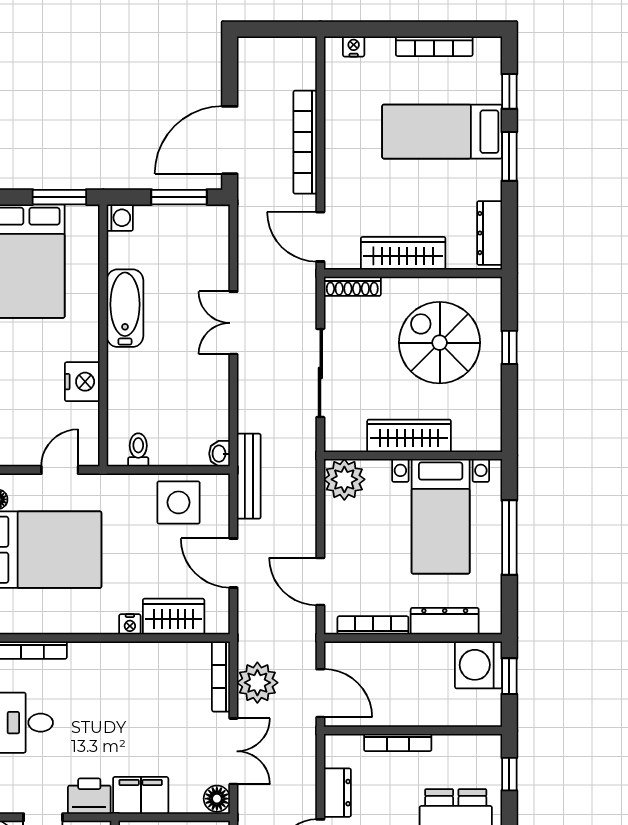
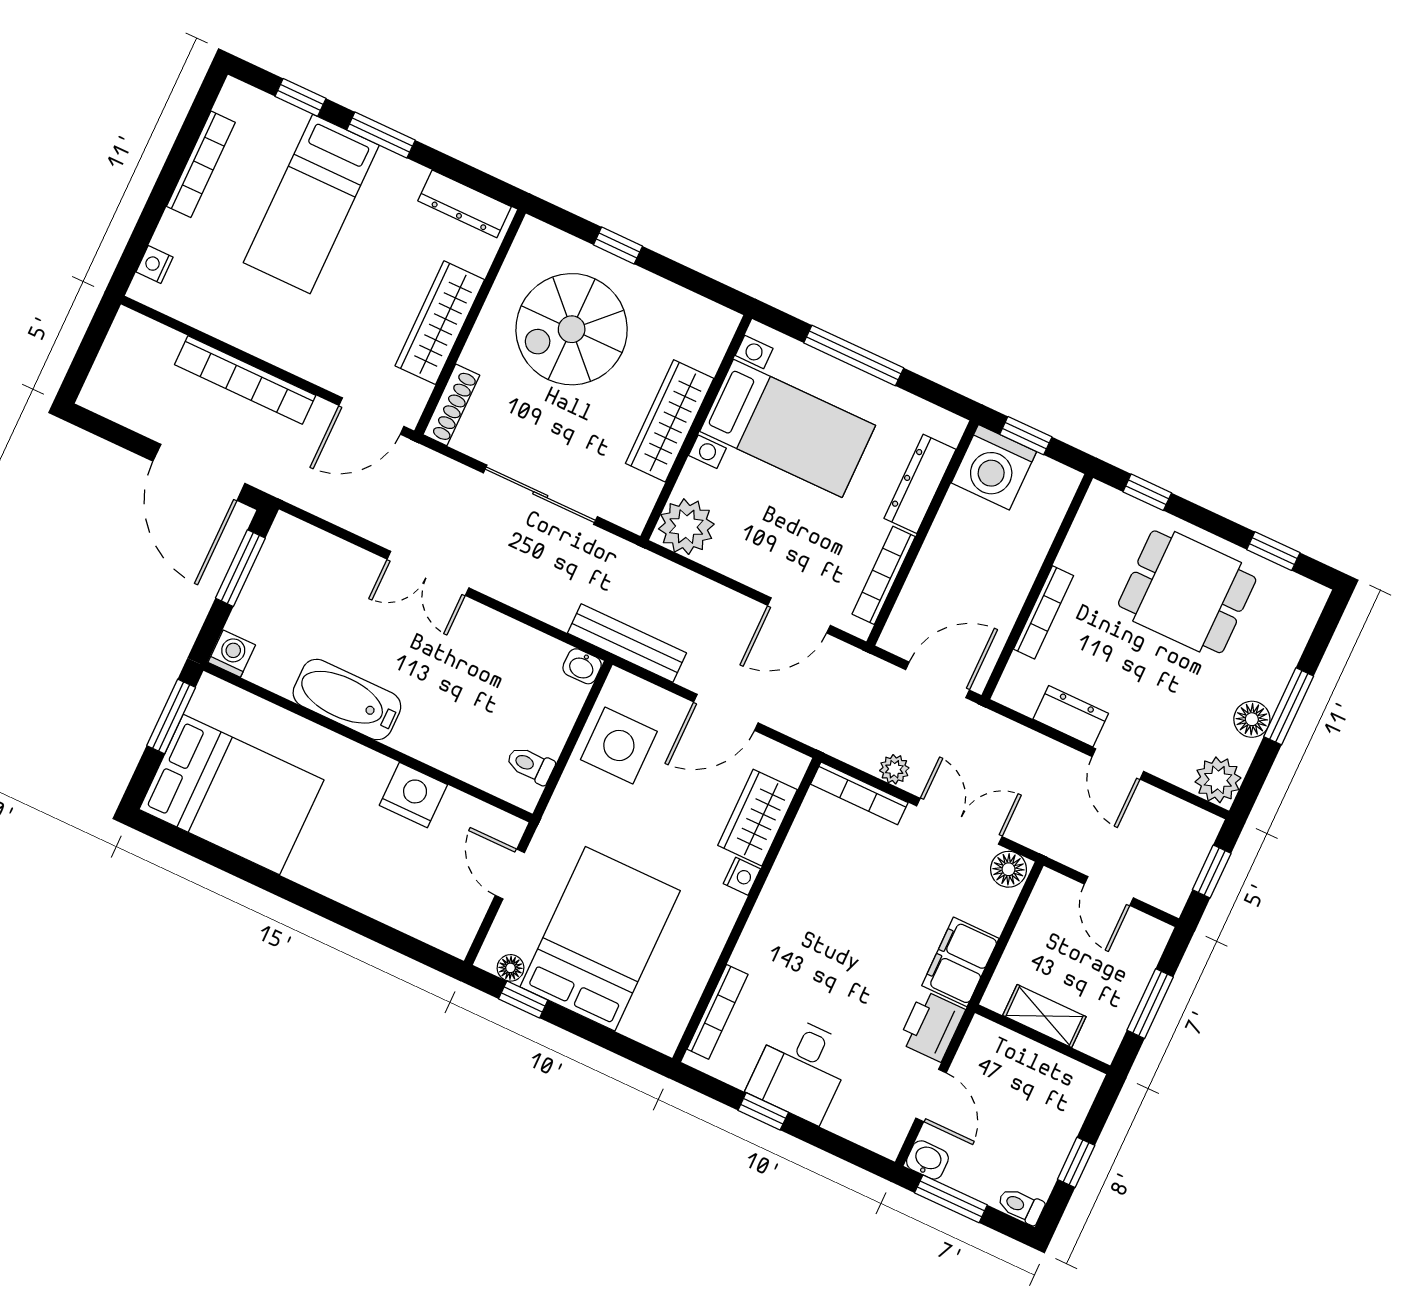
plant: (257, 683) -> (894, 769), width x0.53, depth x0.53

